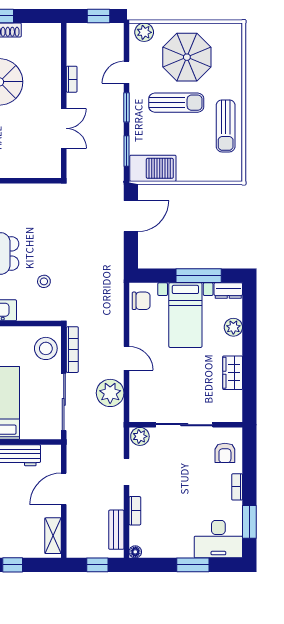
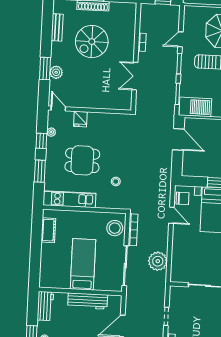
plant: (144, 32) -> (194, 12), removed
double door: (64, 128) -> (135, 76), swing flipped
door: (131, 216) -> (178, 139), hinge flipped
door: (127, 358) -> (171, 215), moved
plant: (140, 436) -> (177, 292), removed

